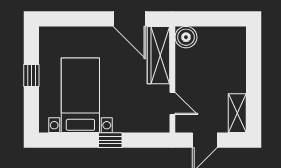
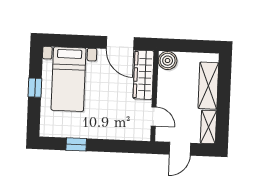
shelving: (235, 65) -> (208, 86), added
bed with nightstands: (80, 95) -> (69, 79), moved, turned 180
window: (110, 140) -> (76, 144), moved

